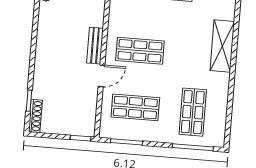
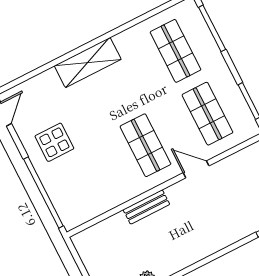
bench: (95, 46) -> (146, 207), moved
shop shelf: (193, 112) -> (175, 51), turned 90

